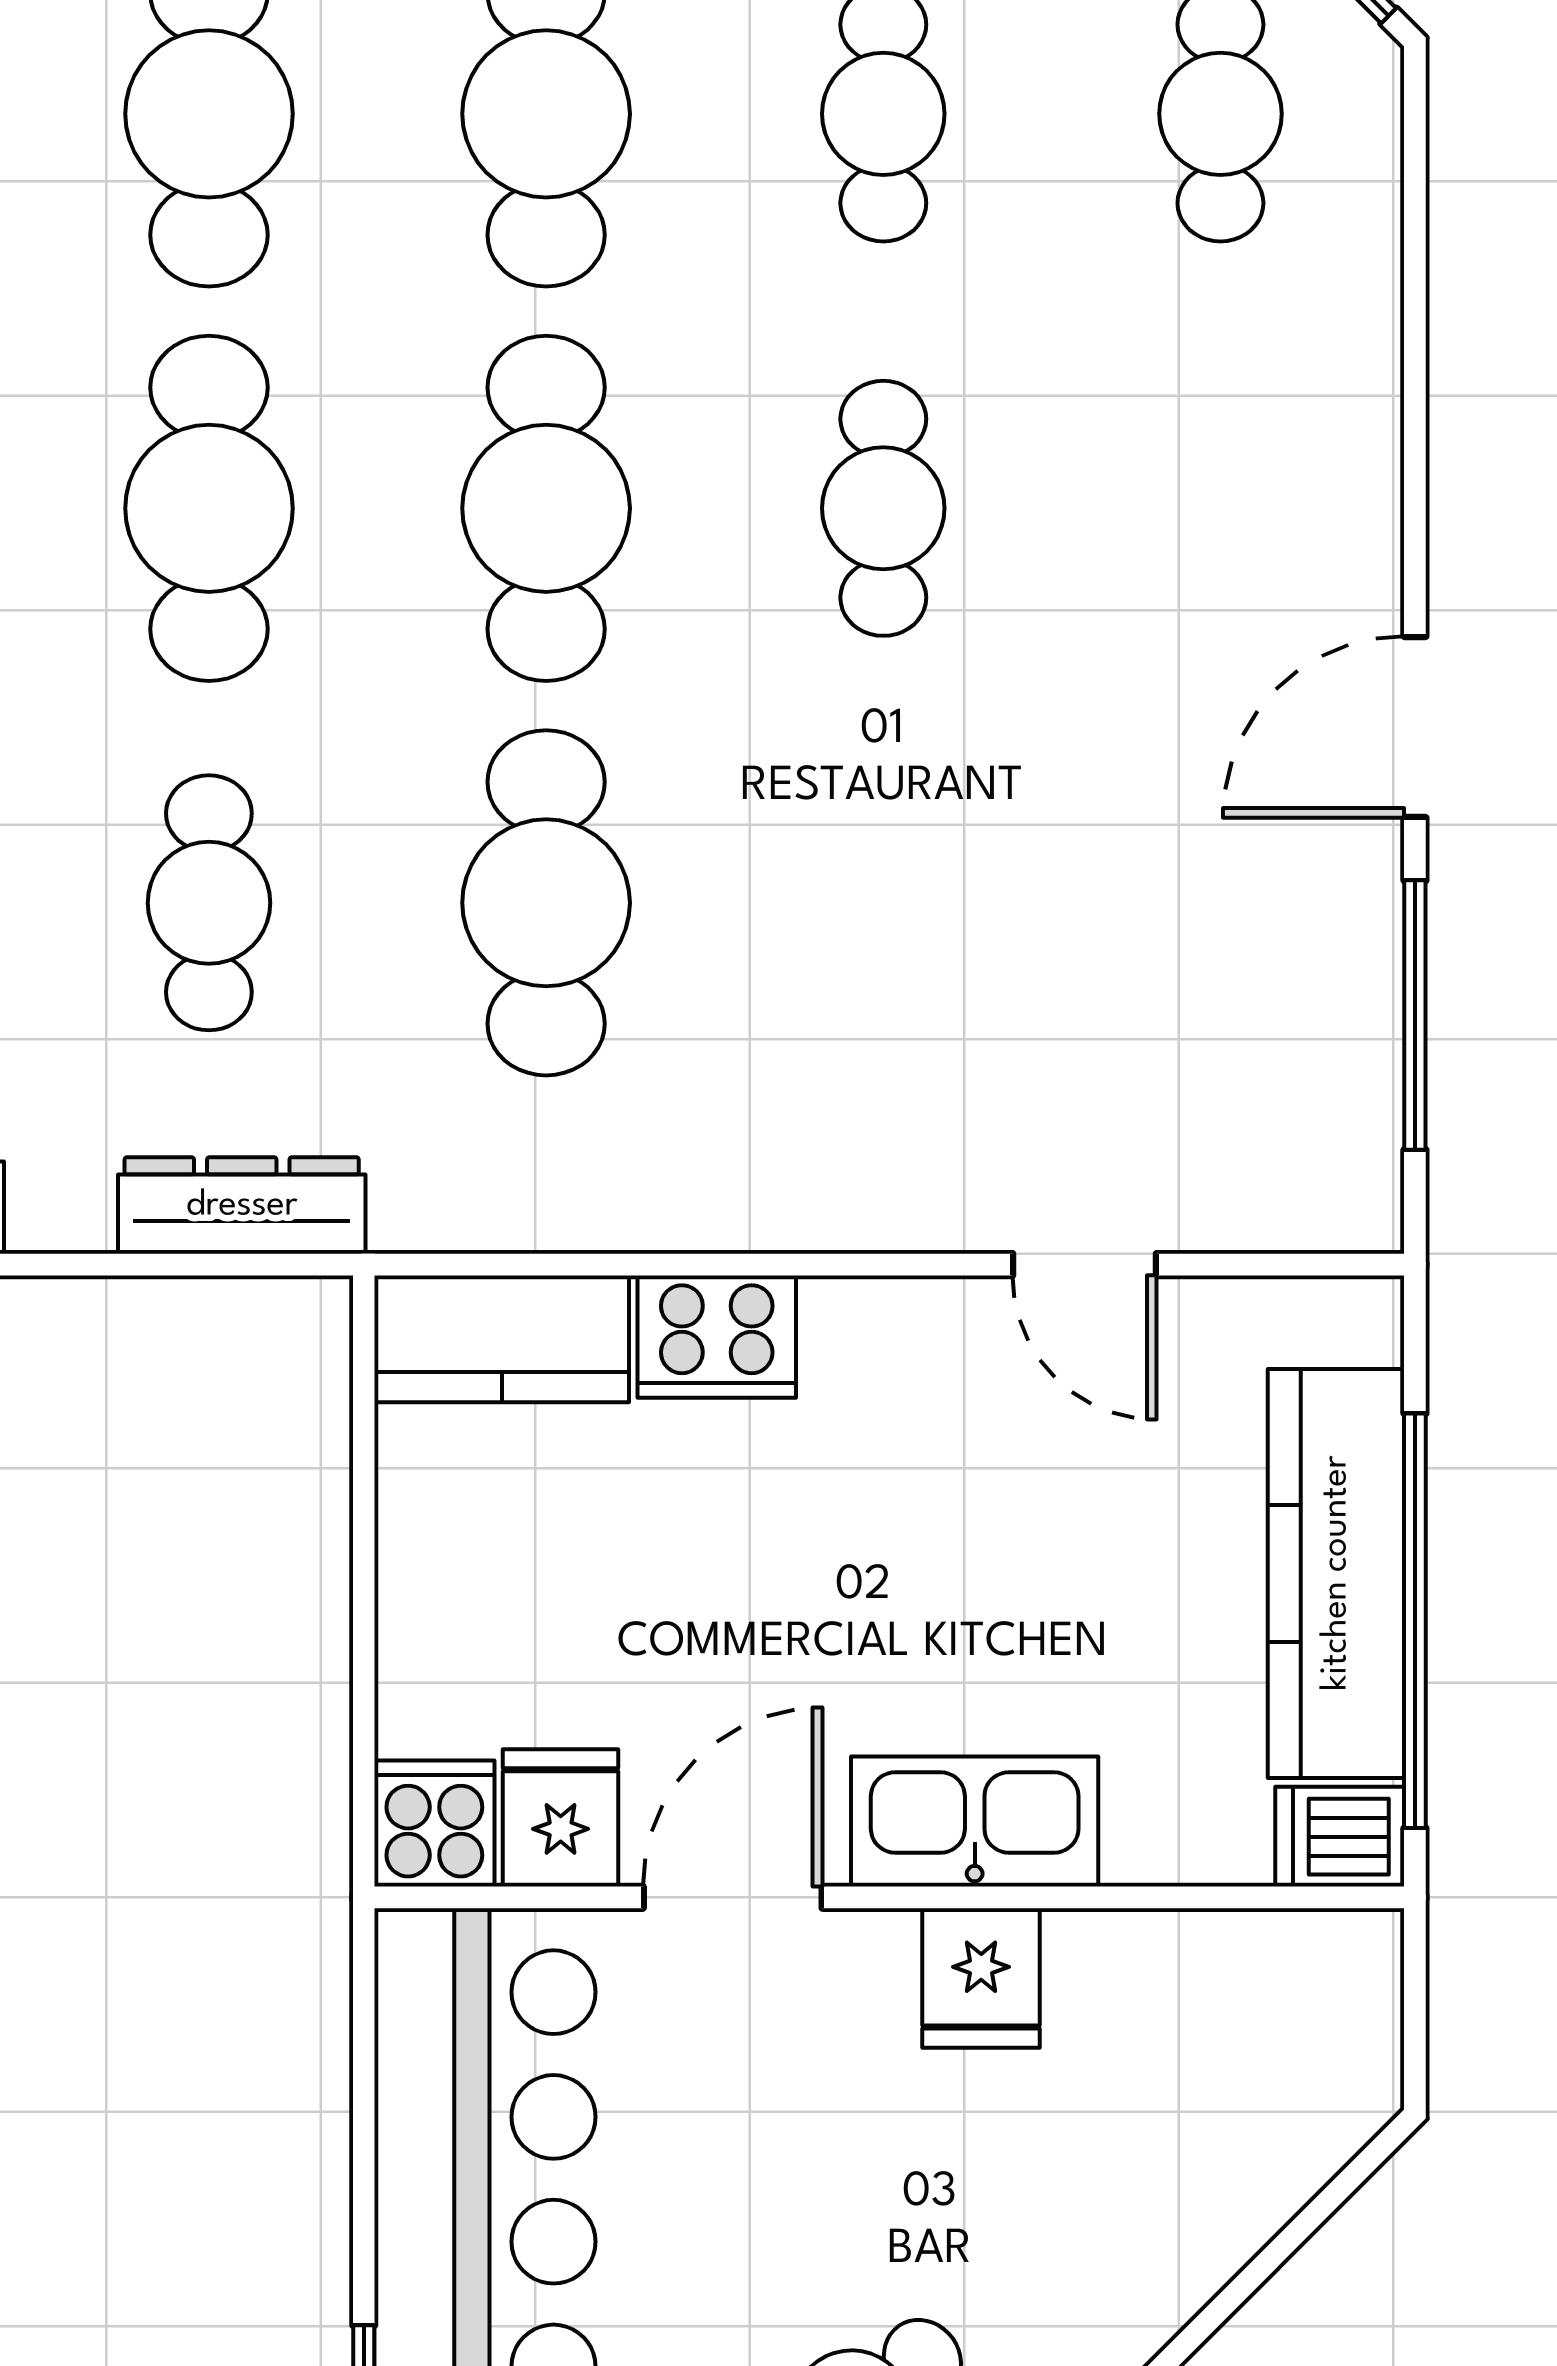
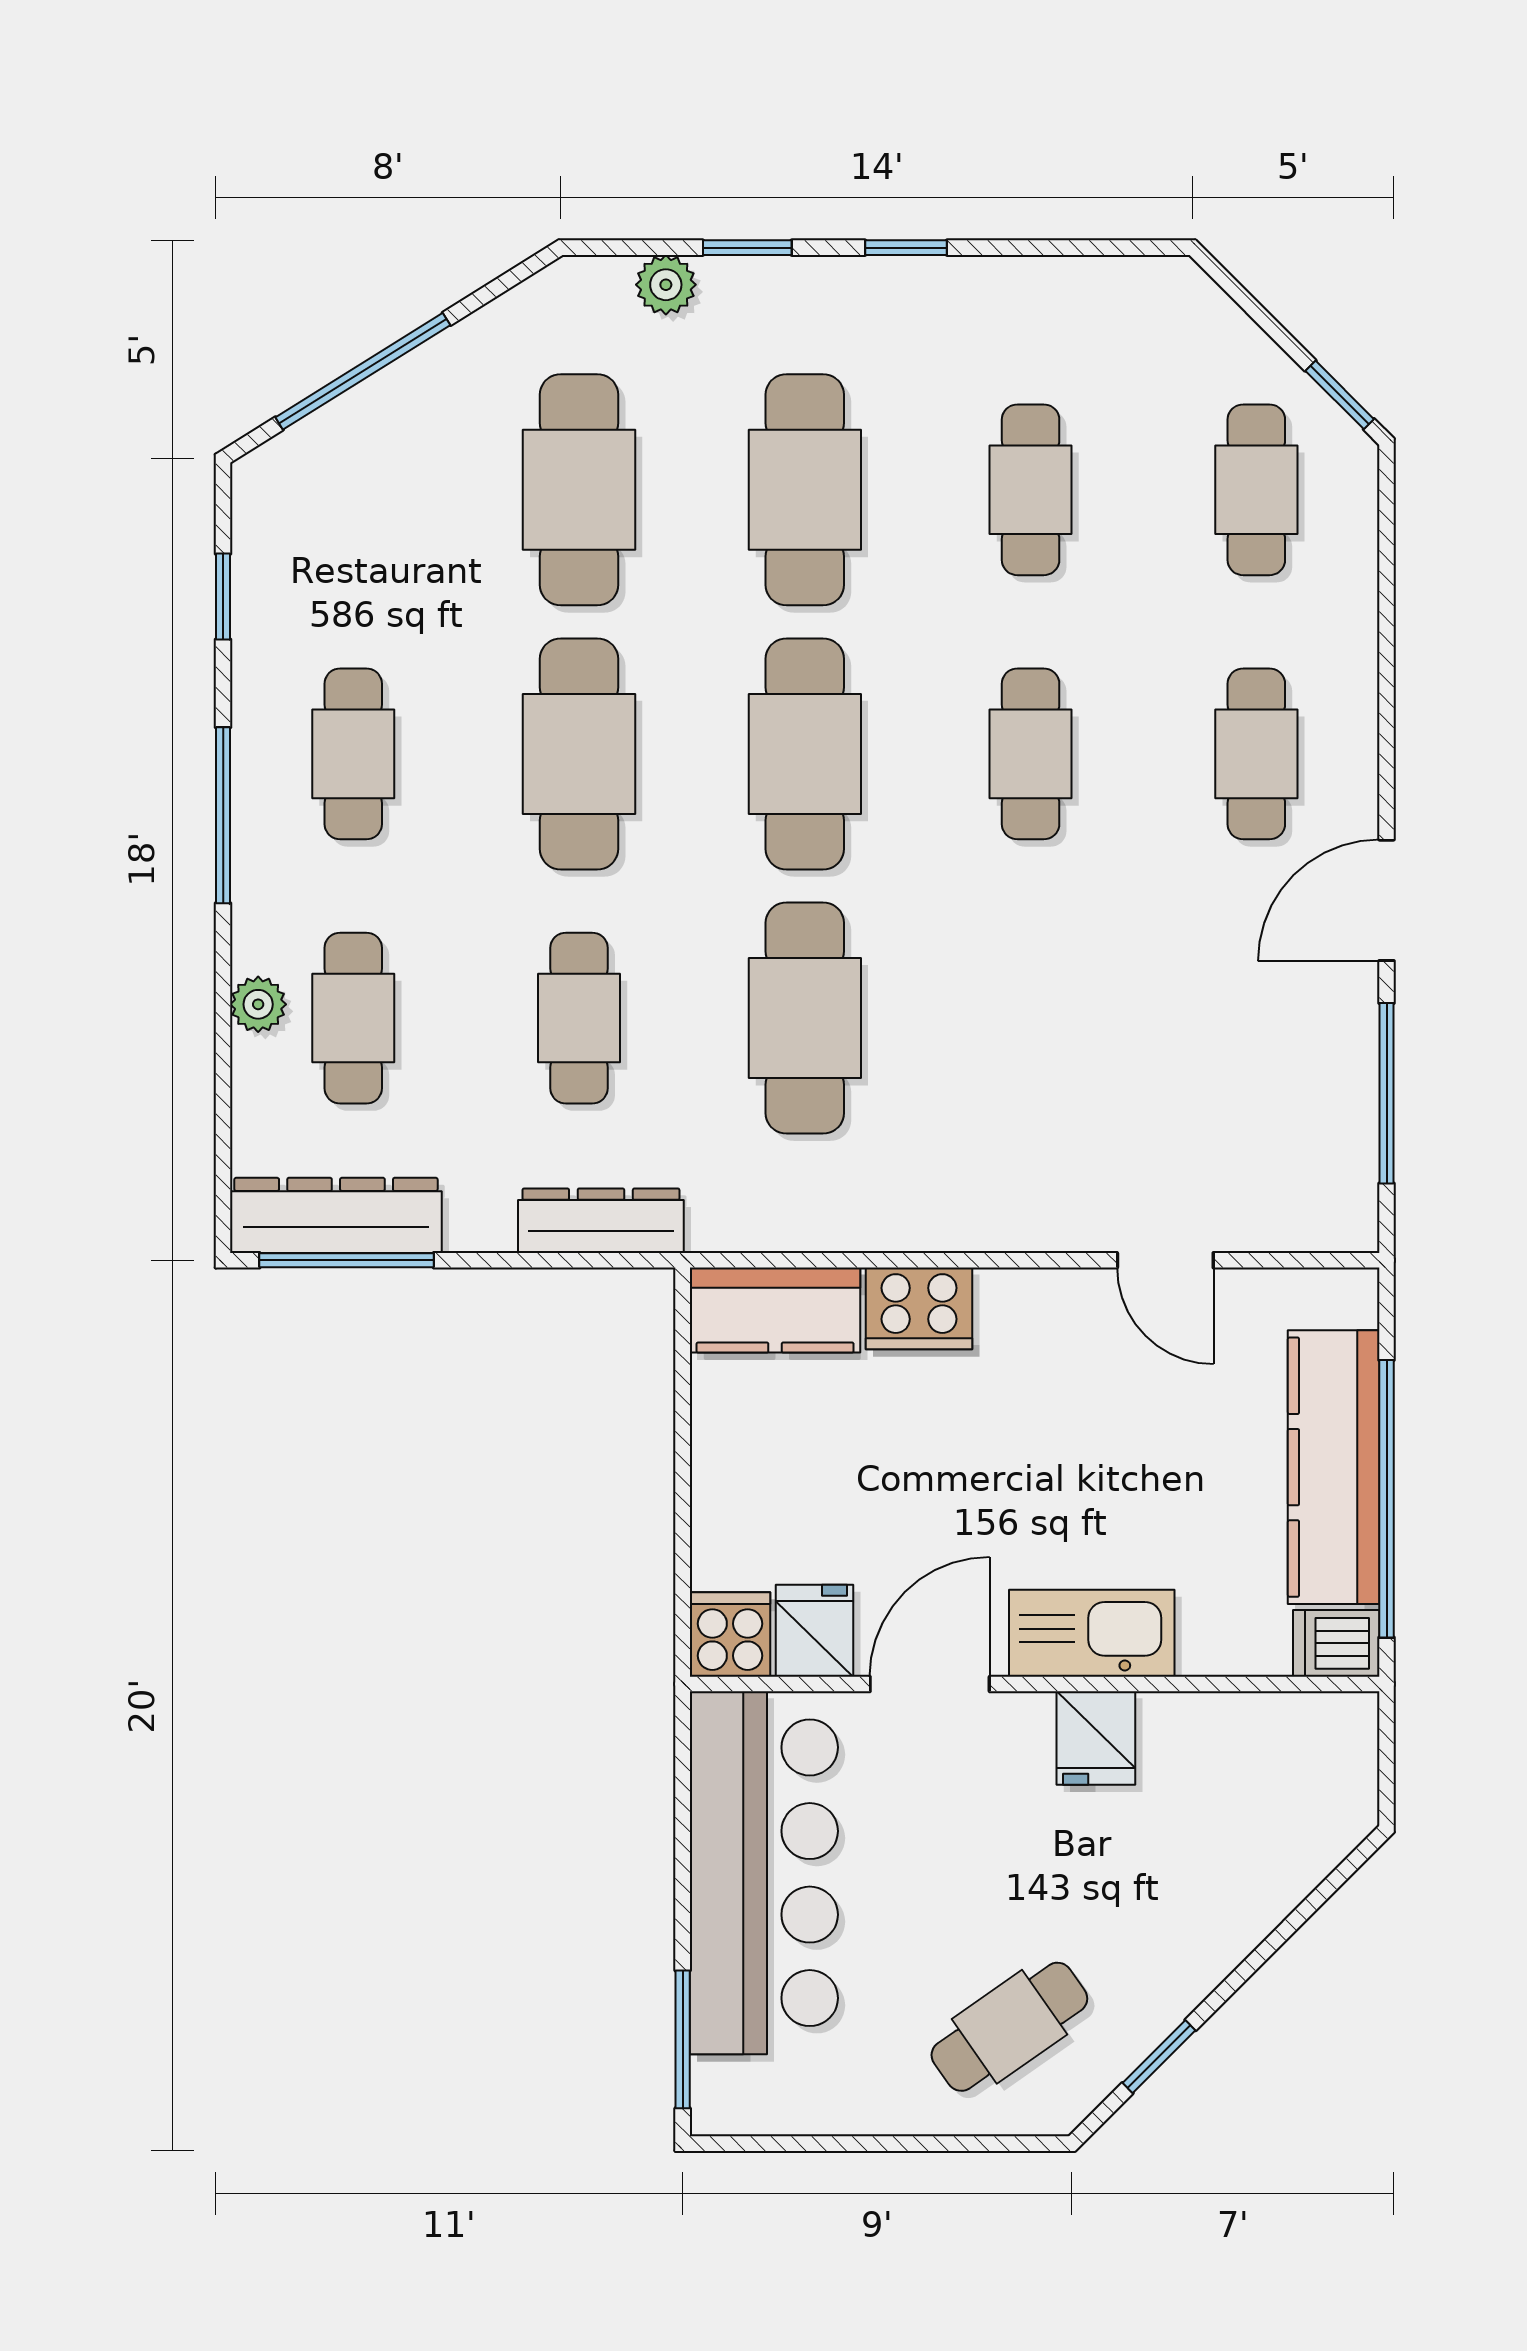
cafe table: (1220, 508) -> (1256, 754), added

